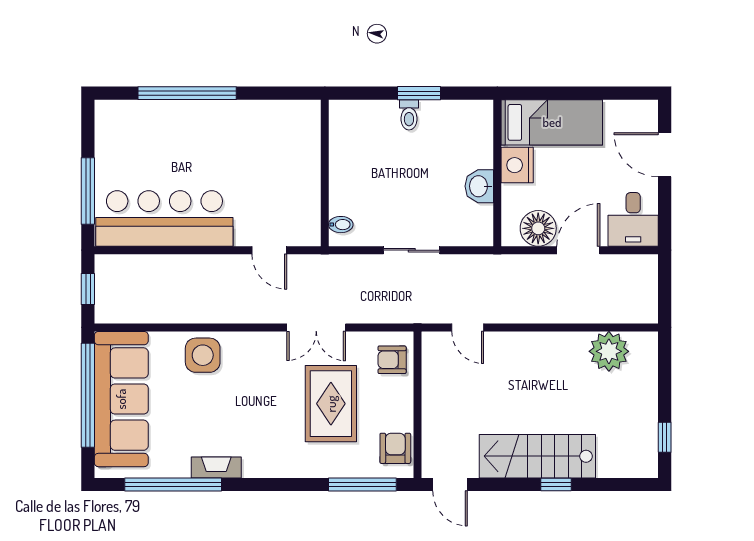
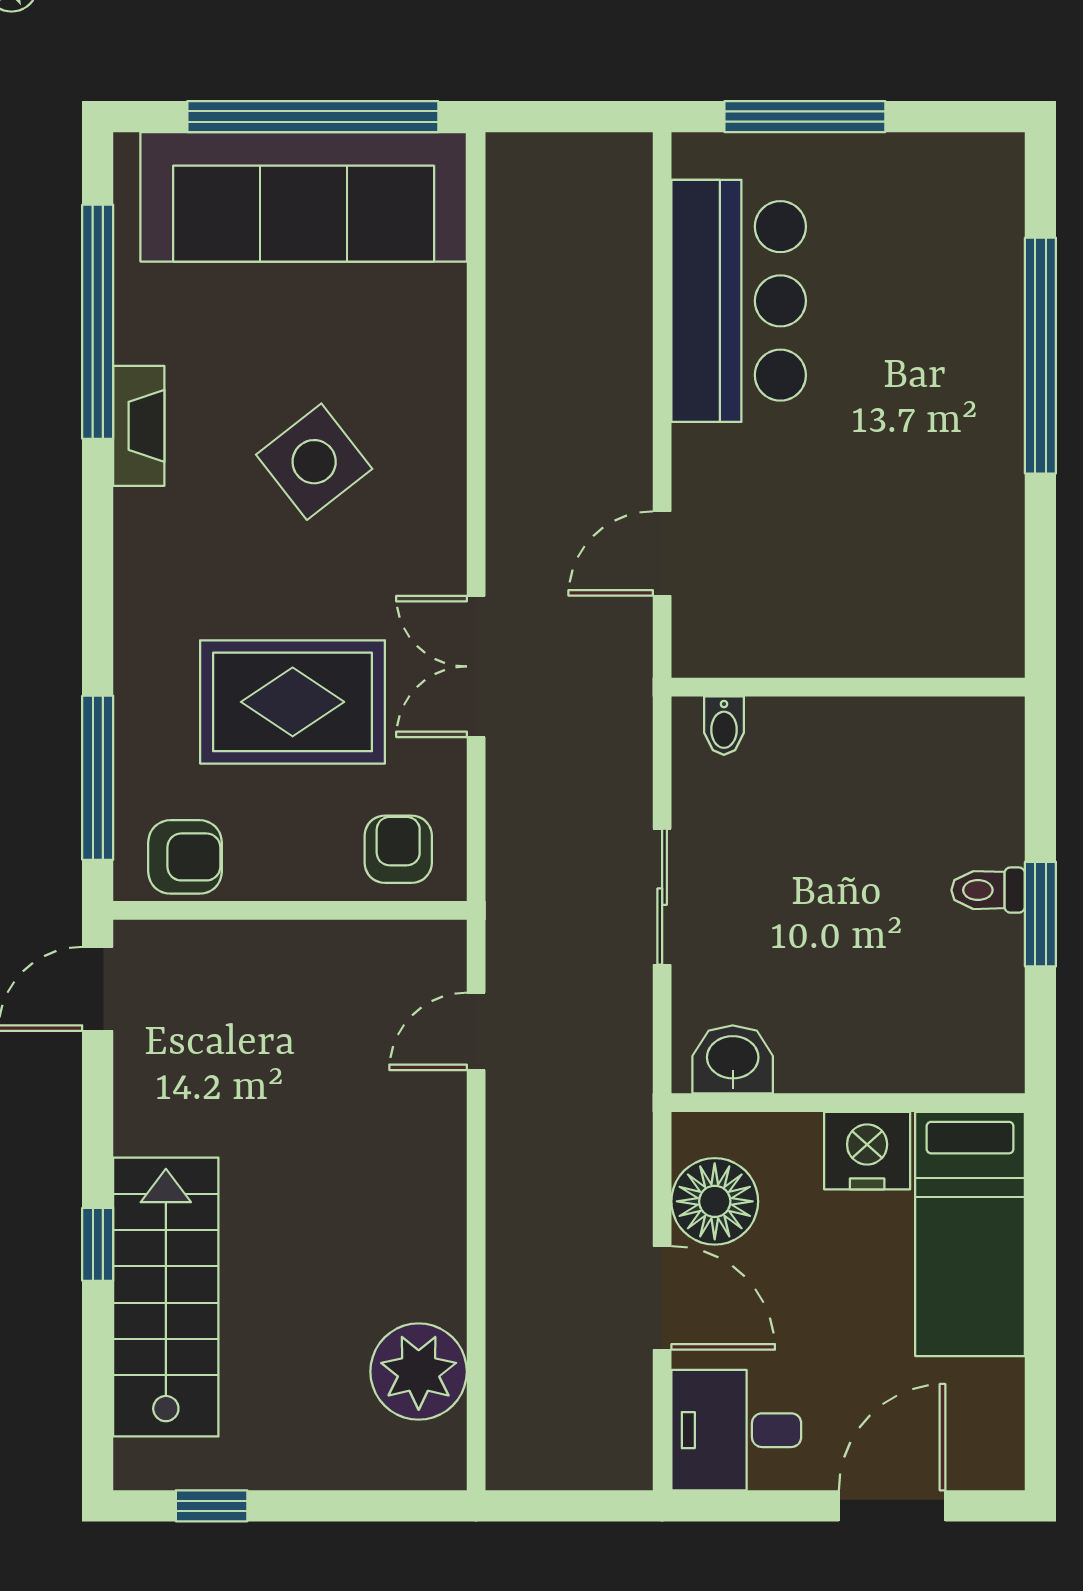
washbasin: (479, 186) -> (733, 1059), moved
bar counter: (164, 218) -> (739, 301), width x0.73
window: (88, 289) -> (569, 117), removed
side table: (203, 355) -> (314, 462), moved, turned -38
stairs: (537, 456) -> (166, 1297), moved

